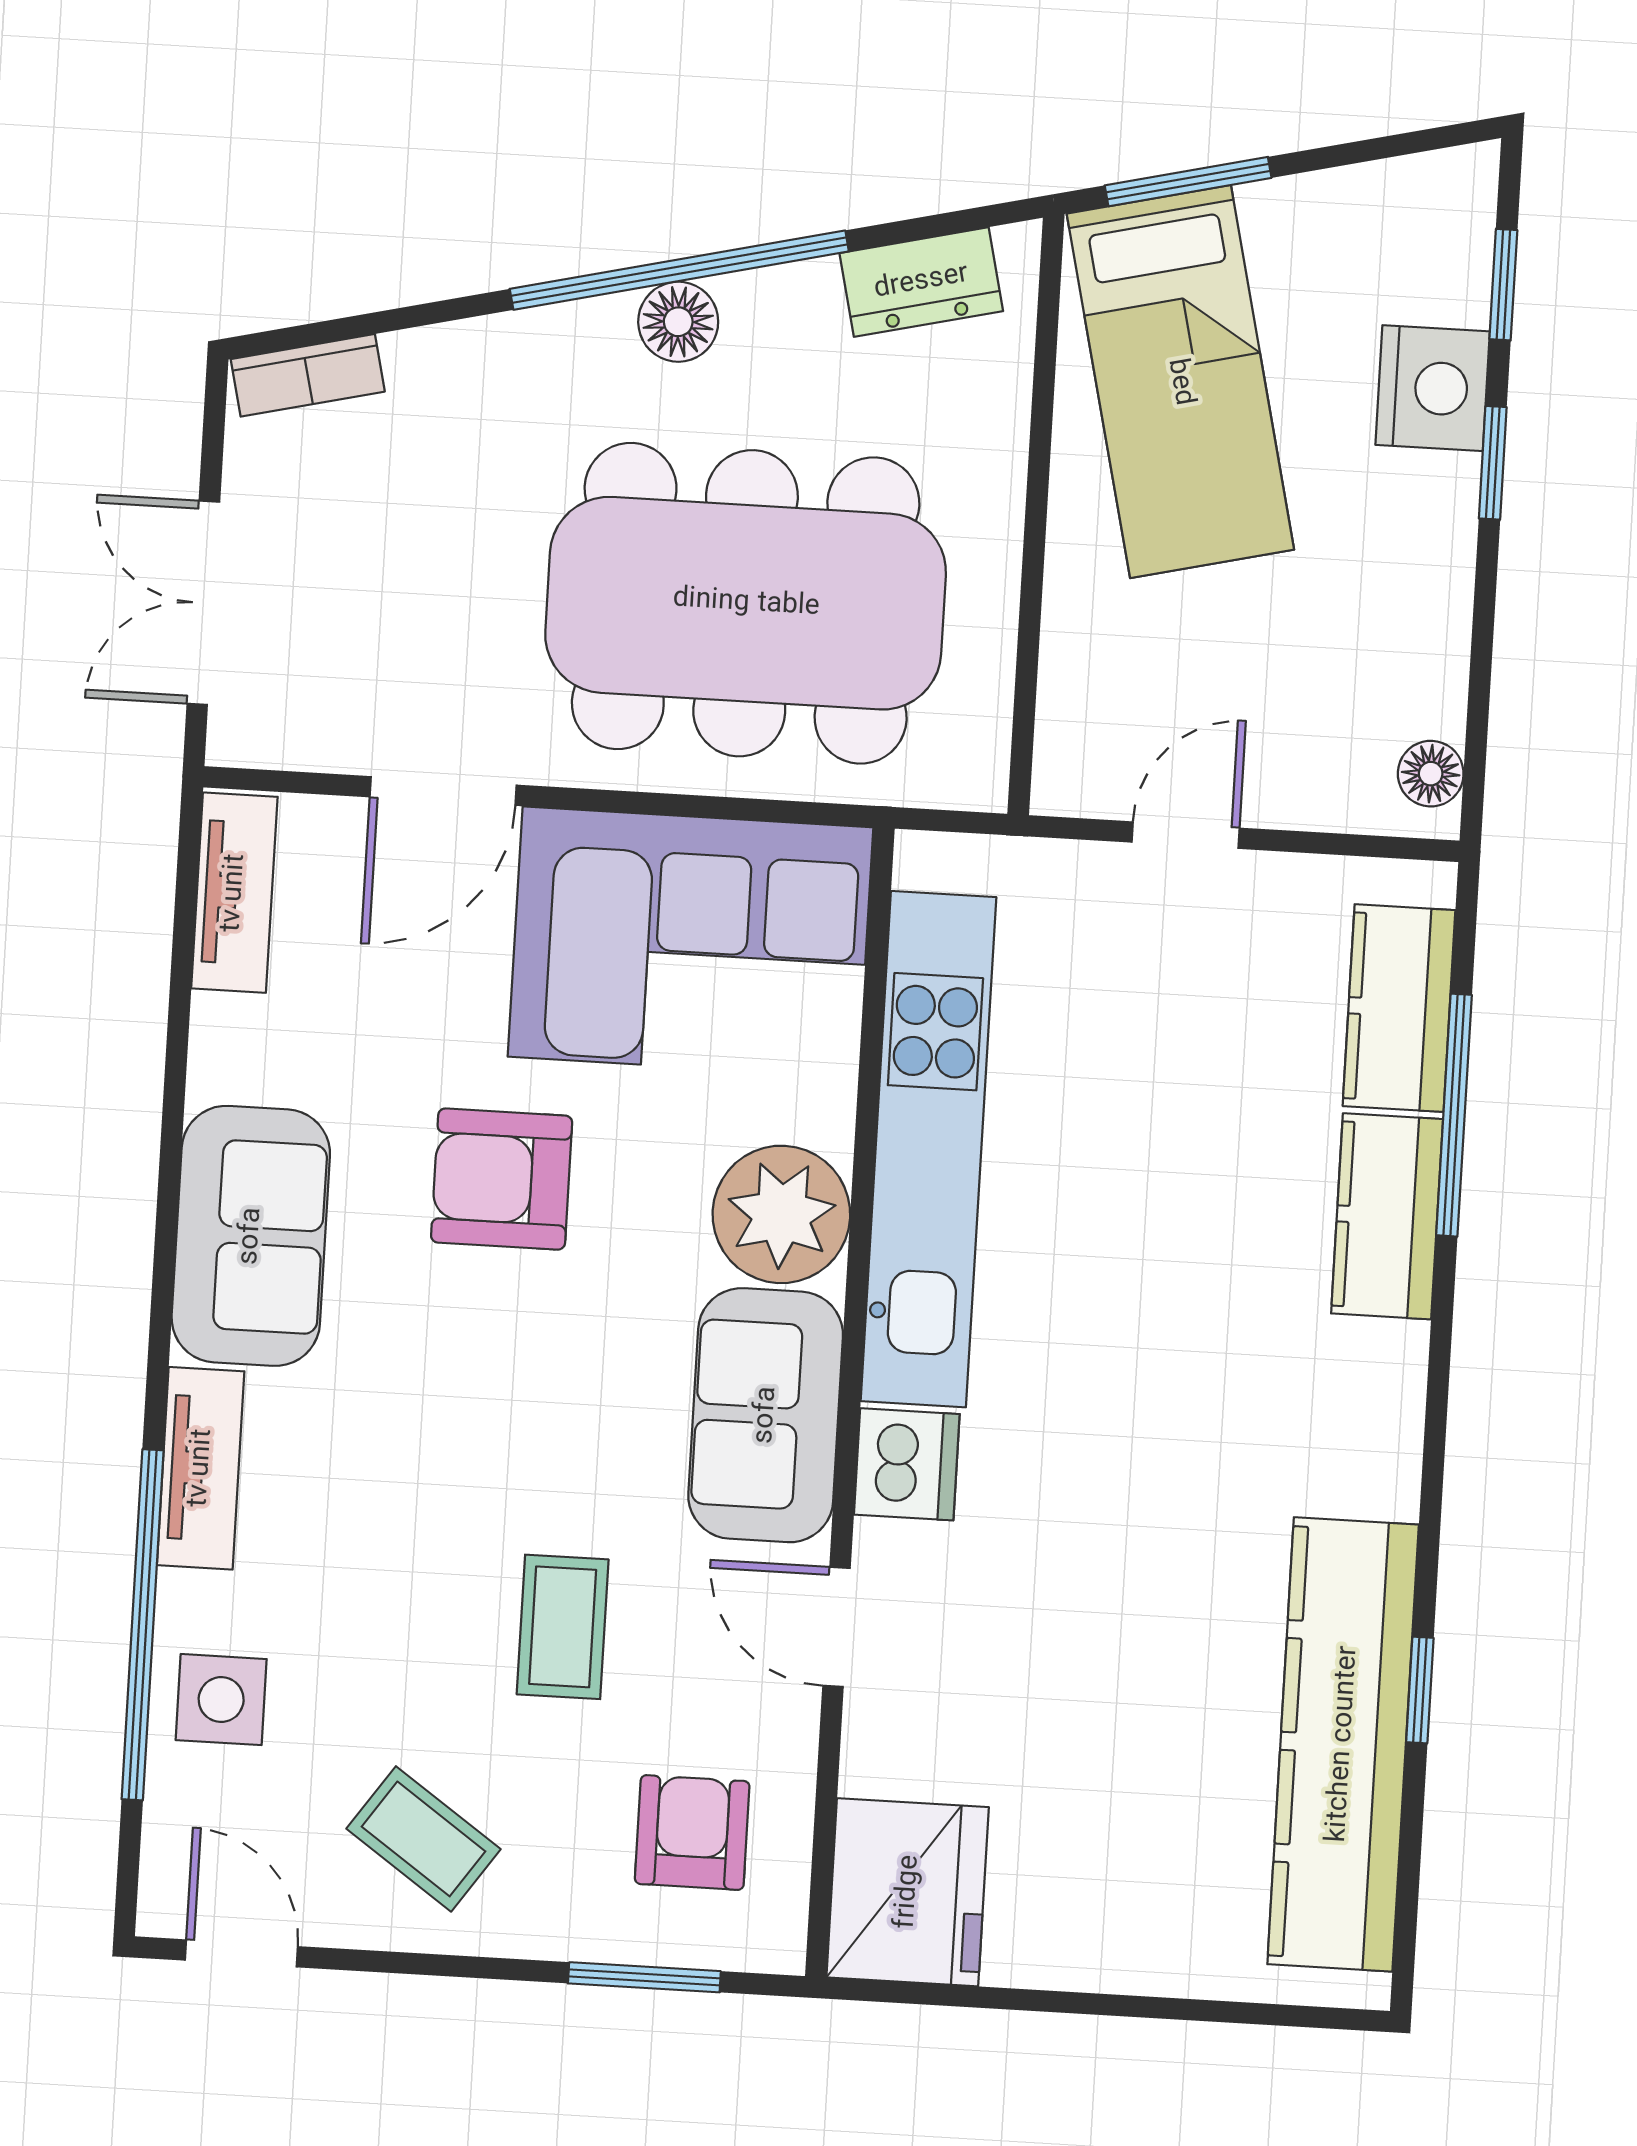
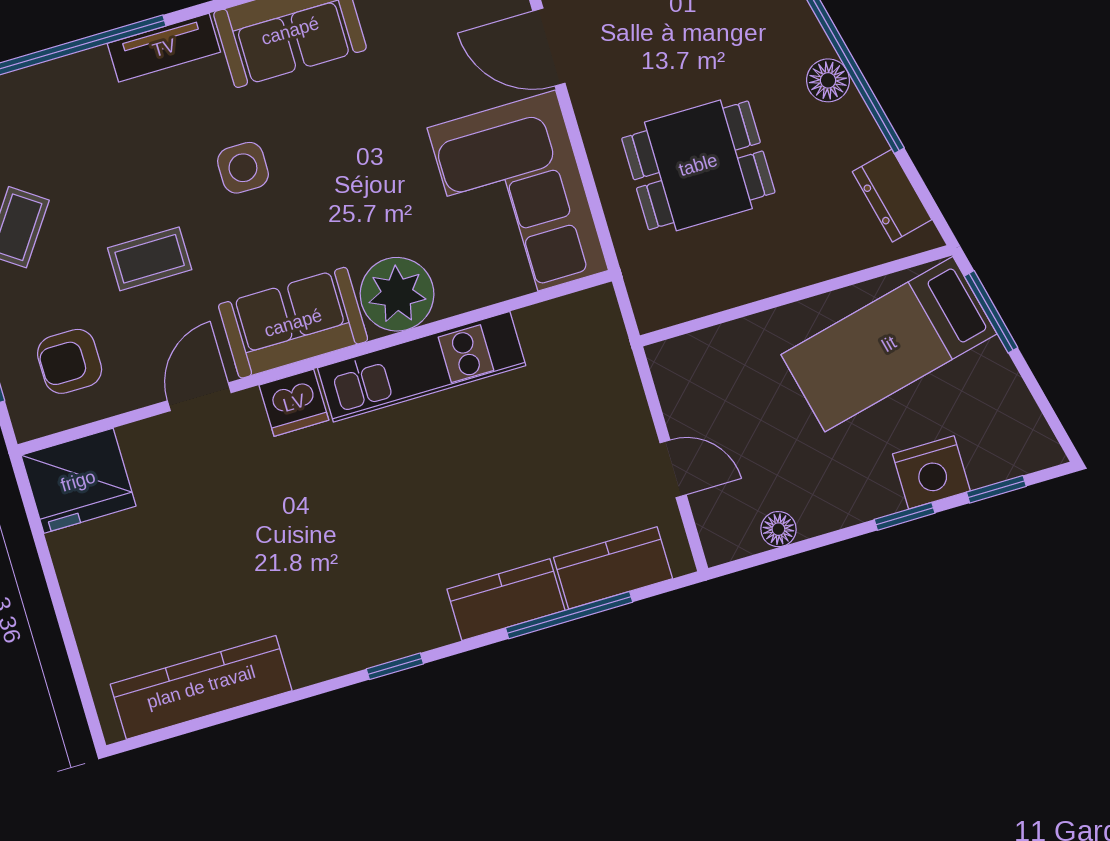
dining table: (746, 603) -> (698, 165), width x0.53, depth x0.80
floor lamp: (1431, 774) -> (778, 529), moved
door: (1186, 835) -> (673, 469), moved
kitchen unit: (928, 1149) -> (422, 367), width x0.73
armchair: (502, 1179) -> (364, 147), removed
window: (1420, 1690) -> (395, 666), moved
side table: (221, 1700) -> (243, 168), moved
kitchen counter: (1343, 1744) -> (201, 687), width x0.72, depth x0.86
armchair: (692, 1832) -> (70, 361), turned 180

